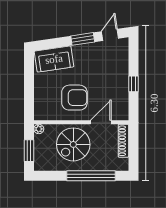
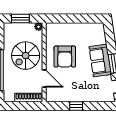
sofa: (54, 59) -> (100, 60), moved
spiral stairs: (73, 144) -> (26, 56), turned -90

